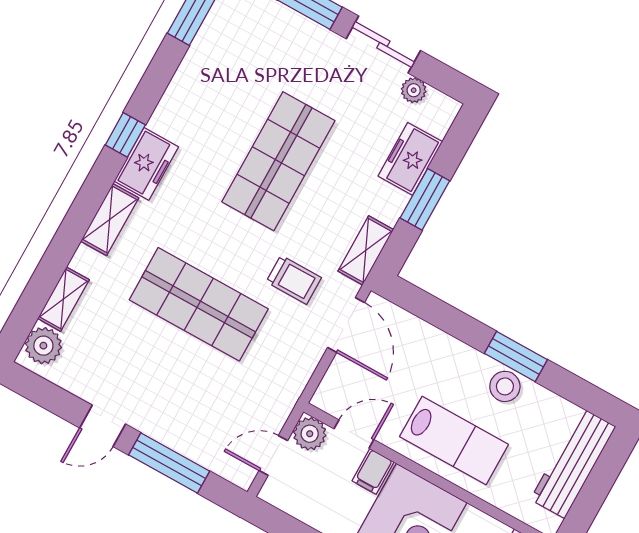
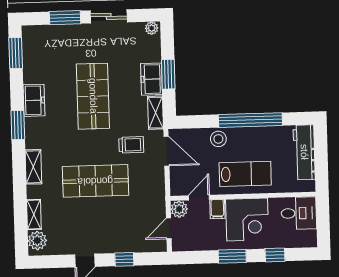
plant: (414, 90) -> (152, 28), moved
window: (125, 135) -> (18, 125), width x1.50
freezer: (410, 159) -> (152, 79), moved
freezer: (146, 164) -> (34, 100), moved
window: (516, 356) -> (250, 120), width x2.11
stool: (505, 386) -> (218, 139), moved
window: (169, 463) -> (124, 259), width x0.46

